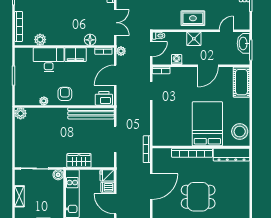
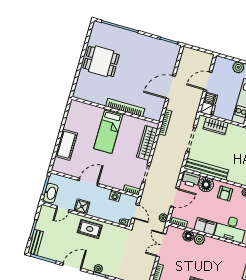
shower: (194, 39) -> (82, 207), moved
plant: (40, 40) -> (199, 239), moved
door: (151, 49) -> (135, 212), swing flipped
cot: (242, 82) -> (66, 145), moved
floor lamp: (87, 98) -> (206, 185), added
wardrobe: (159, 123) -> (147, 143), added
bed: (207, 124) -> (108, 131), width x0.67
stool: (240, 131) -> (77, 114), removed
dresser: (231, 155) -> (90, 96), removed
wardrobe: (79, 160) -> (216, 126), moved
dining table: (198, 197) -> (101, 61), moved
door: (115, 204) -> (208, 81), swing flipped

